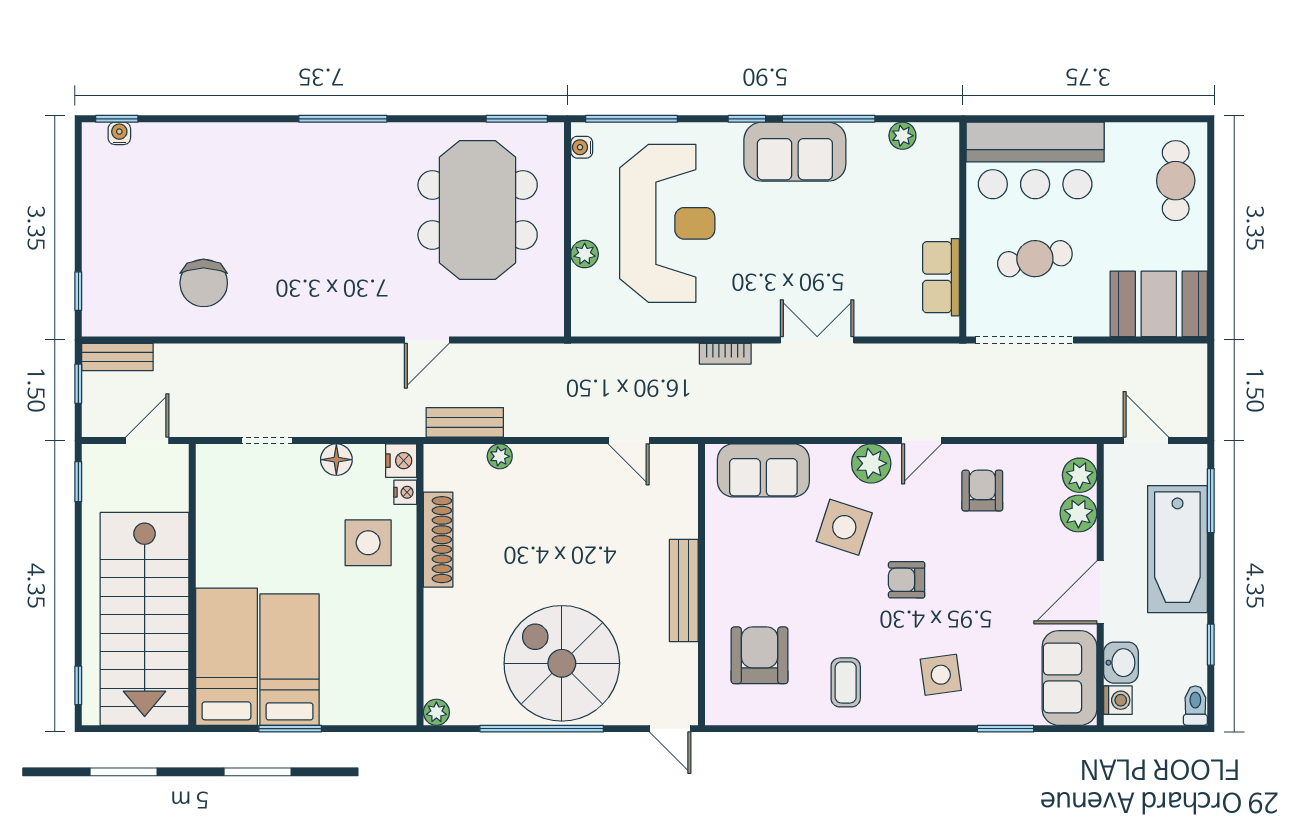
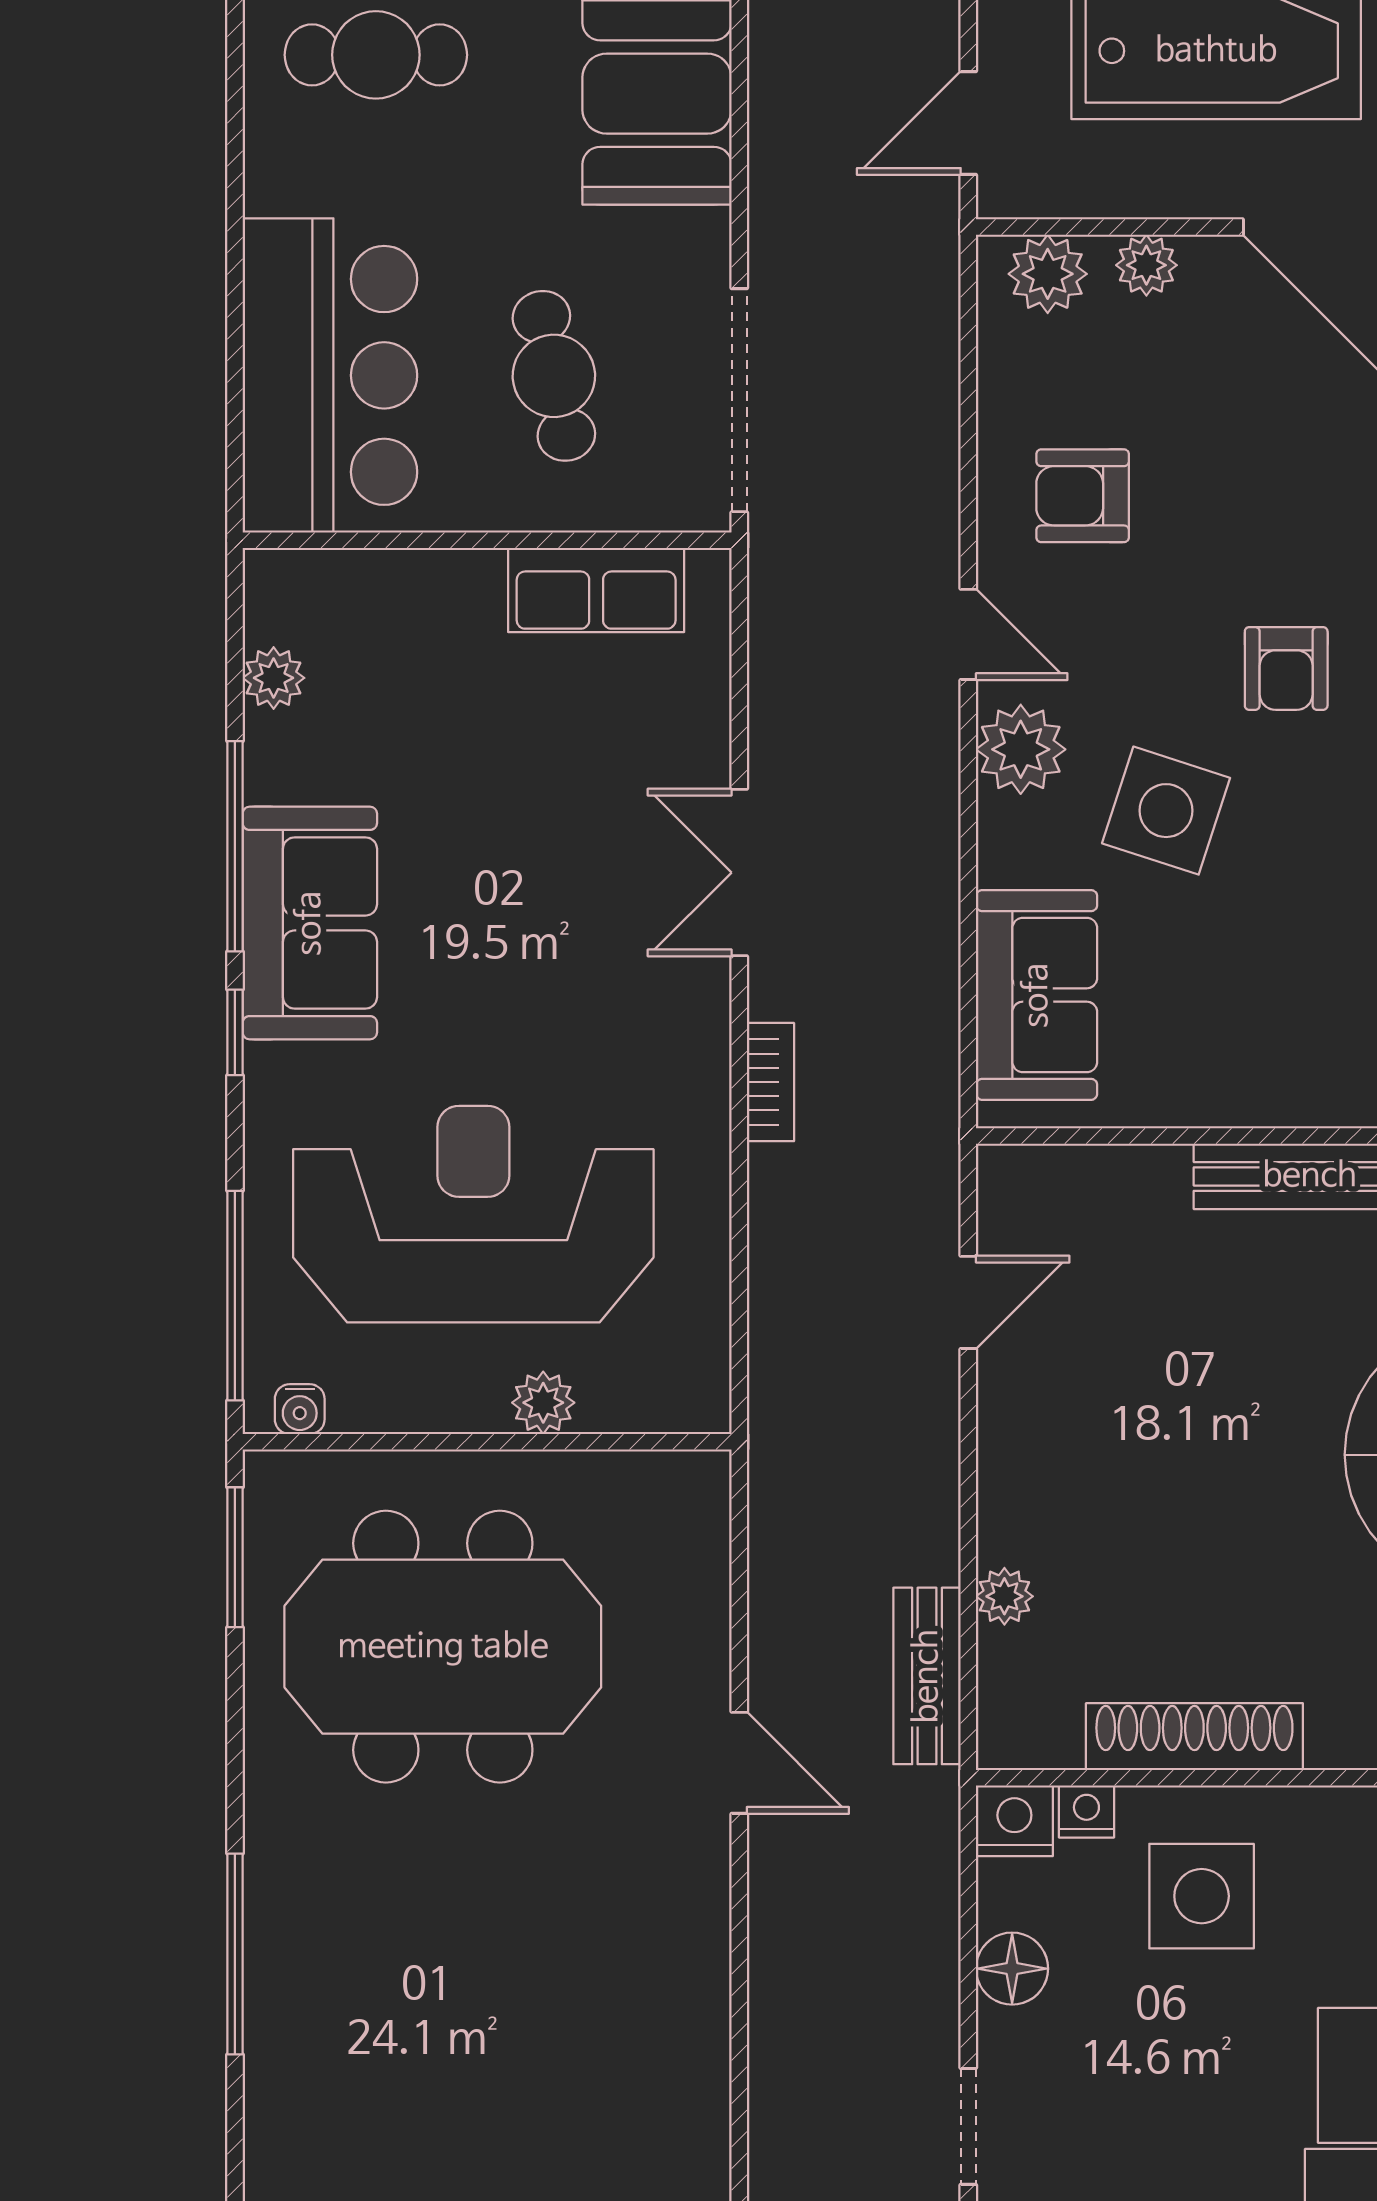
plant: (1078, 514) -> (1146, 265), width x0.73, depth x0.73

